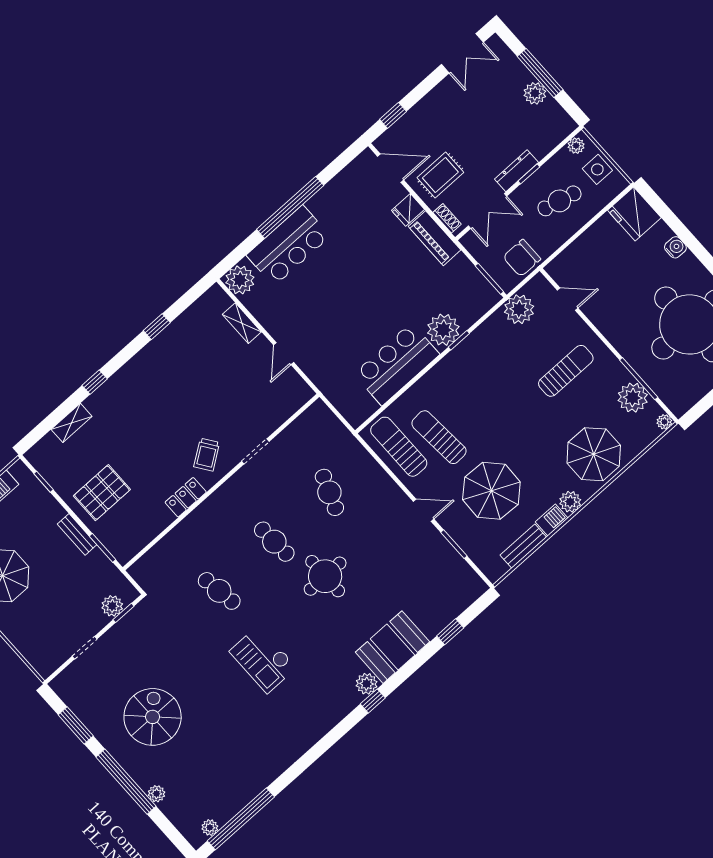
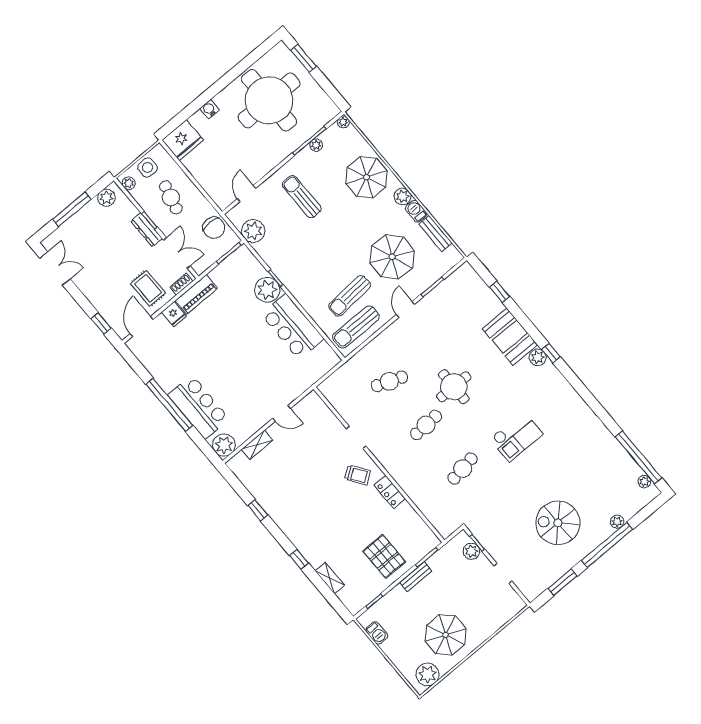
plant: (535, 93) -> (106, 198), moved
plant: (633, 398) -> (316, 145), width x0.53, depth x0.53

